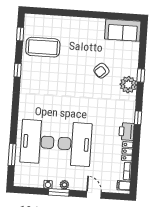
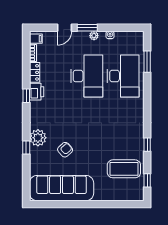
sofa: (123, 30) -> (62, 188), width x1.85, depth x1.27
window: (138, 118) -> (26, 96), moved
desk: (75, 144) -> (87, 76), turned 180
window: (59, 192) -> (87, 28), moved
door: (94, 195) -> (64, 28), hinge flipped

